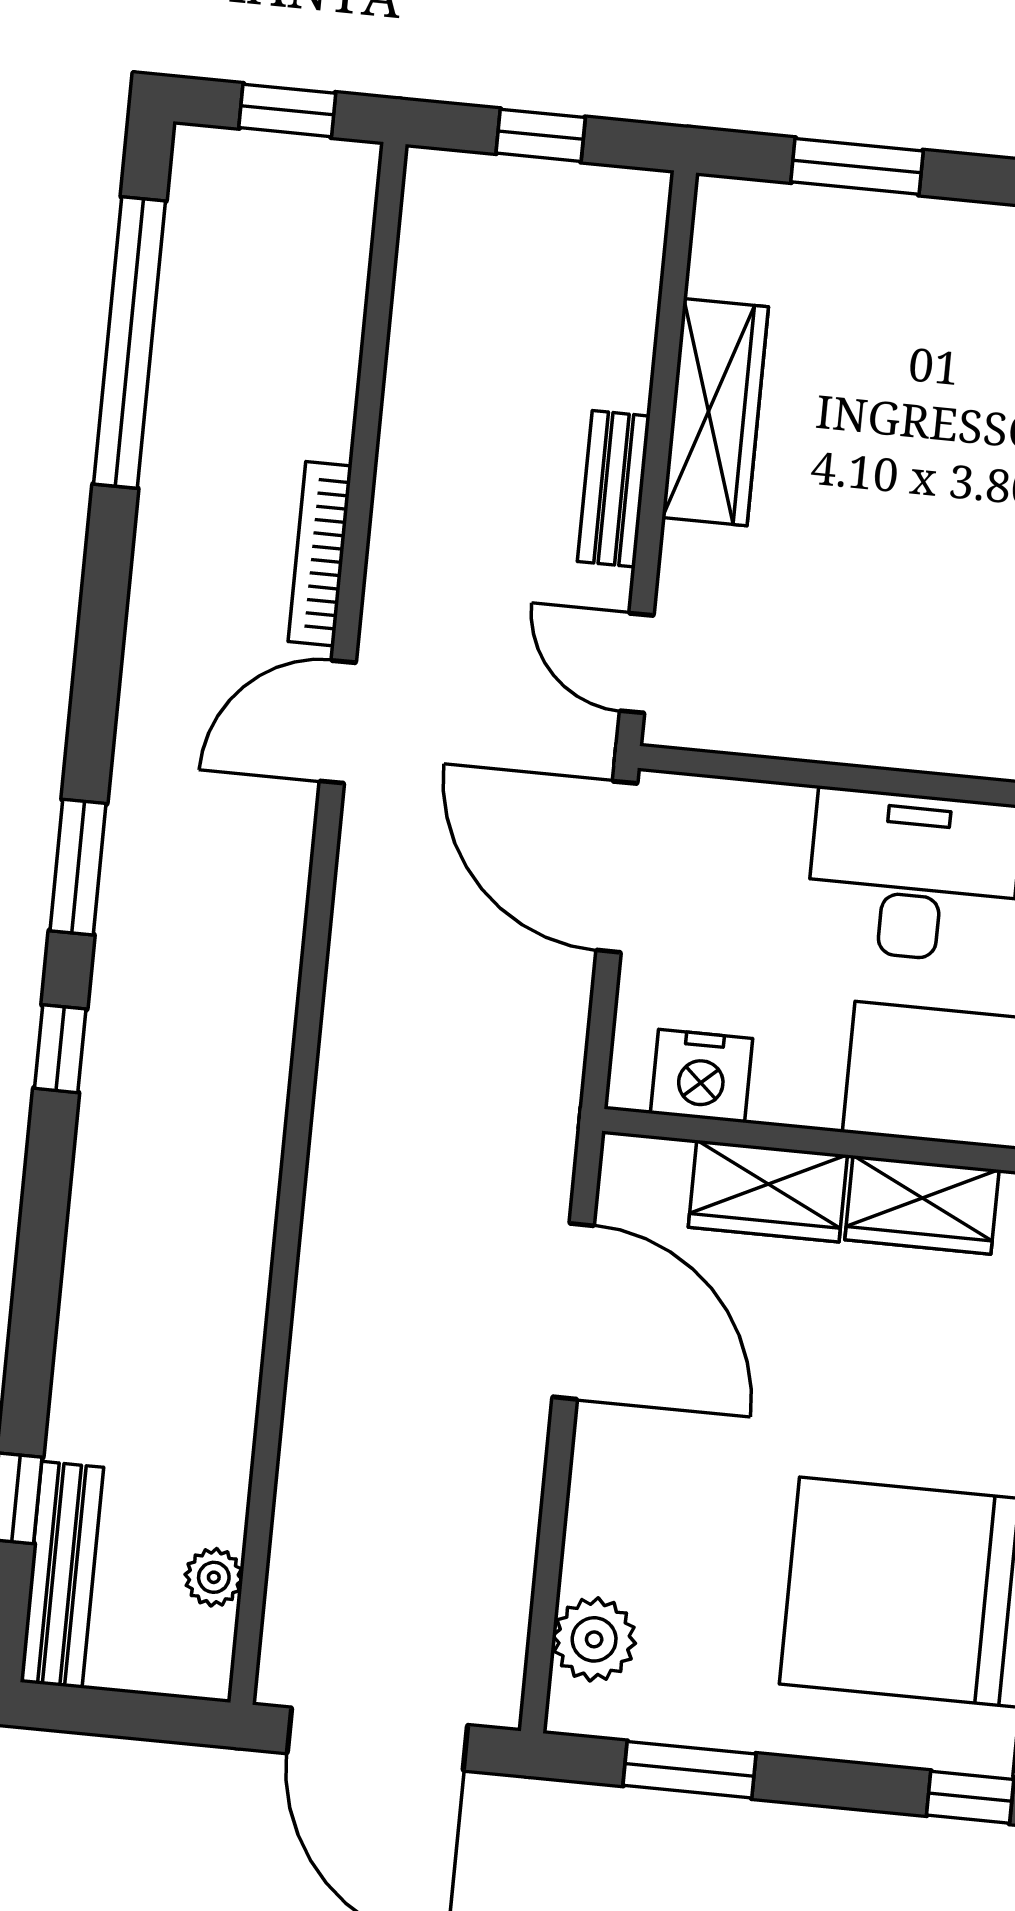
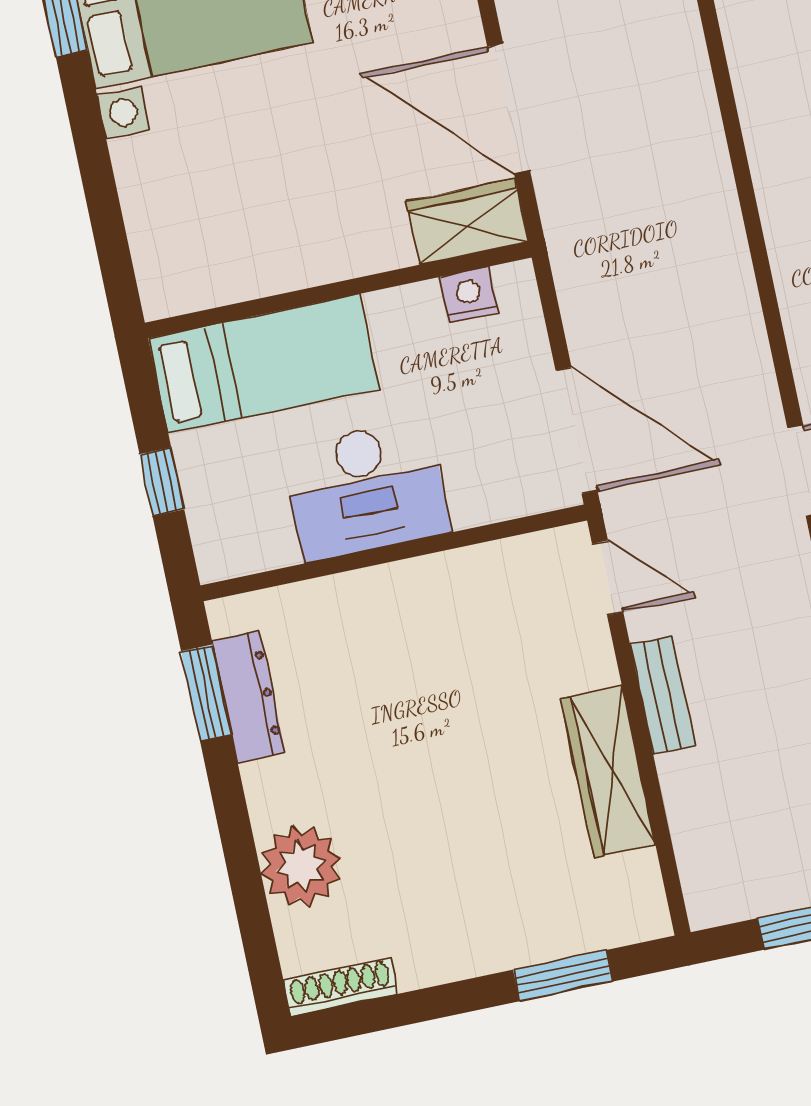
nightstand: (701, 1076) -> (469, 295), width x0.74, depth x0.75
wardrobe: (768, 1191) -> (467, 222), moved
wardrobe: (922, 1205) -> (287, 261), removed

